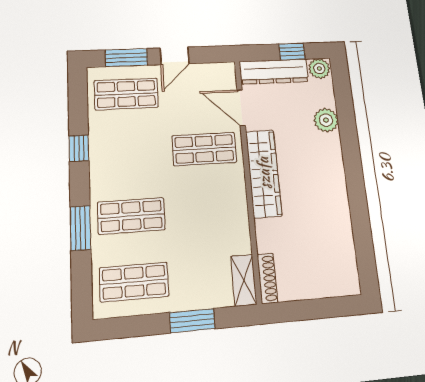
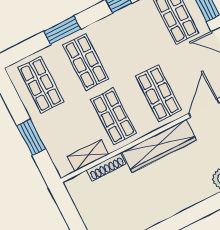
shop shelf: (209, 210) -> (113, 116), added
shoe rack: (267, 278) -> (106, 167), moved
shelving: (244, 280) -> (88, 155), moved

